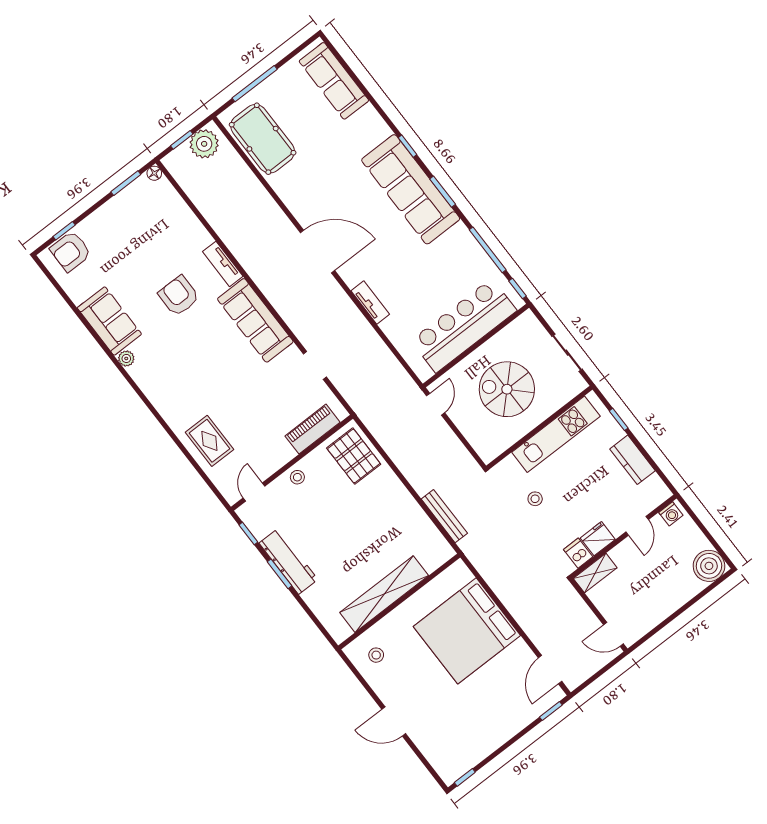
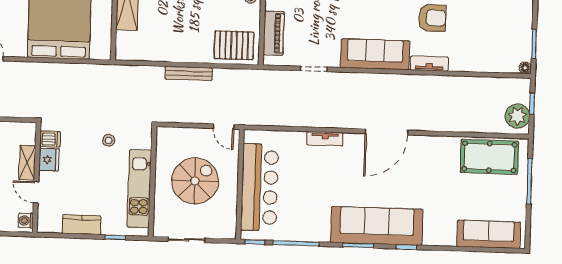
bench: (444, 516) -> (189, 73), moved
shelving: (595, 573) -> (27, 163), moved

